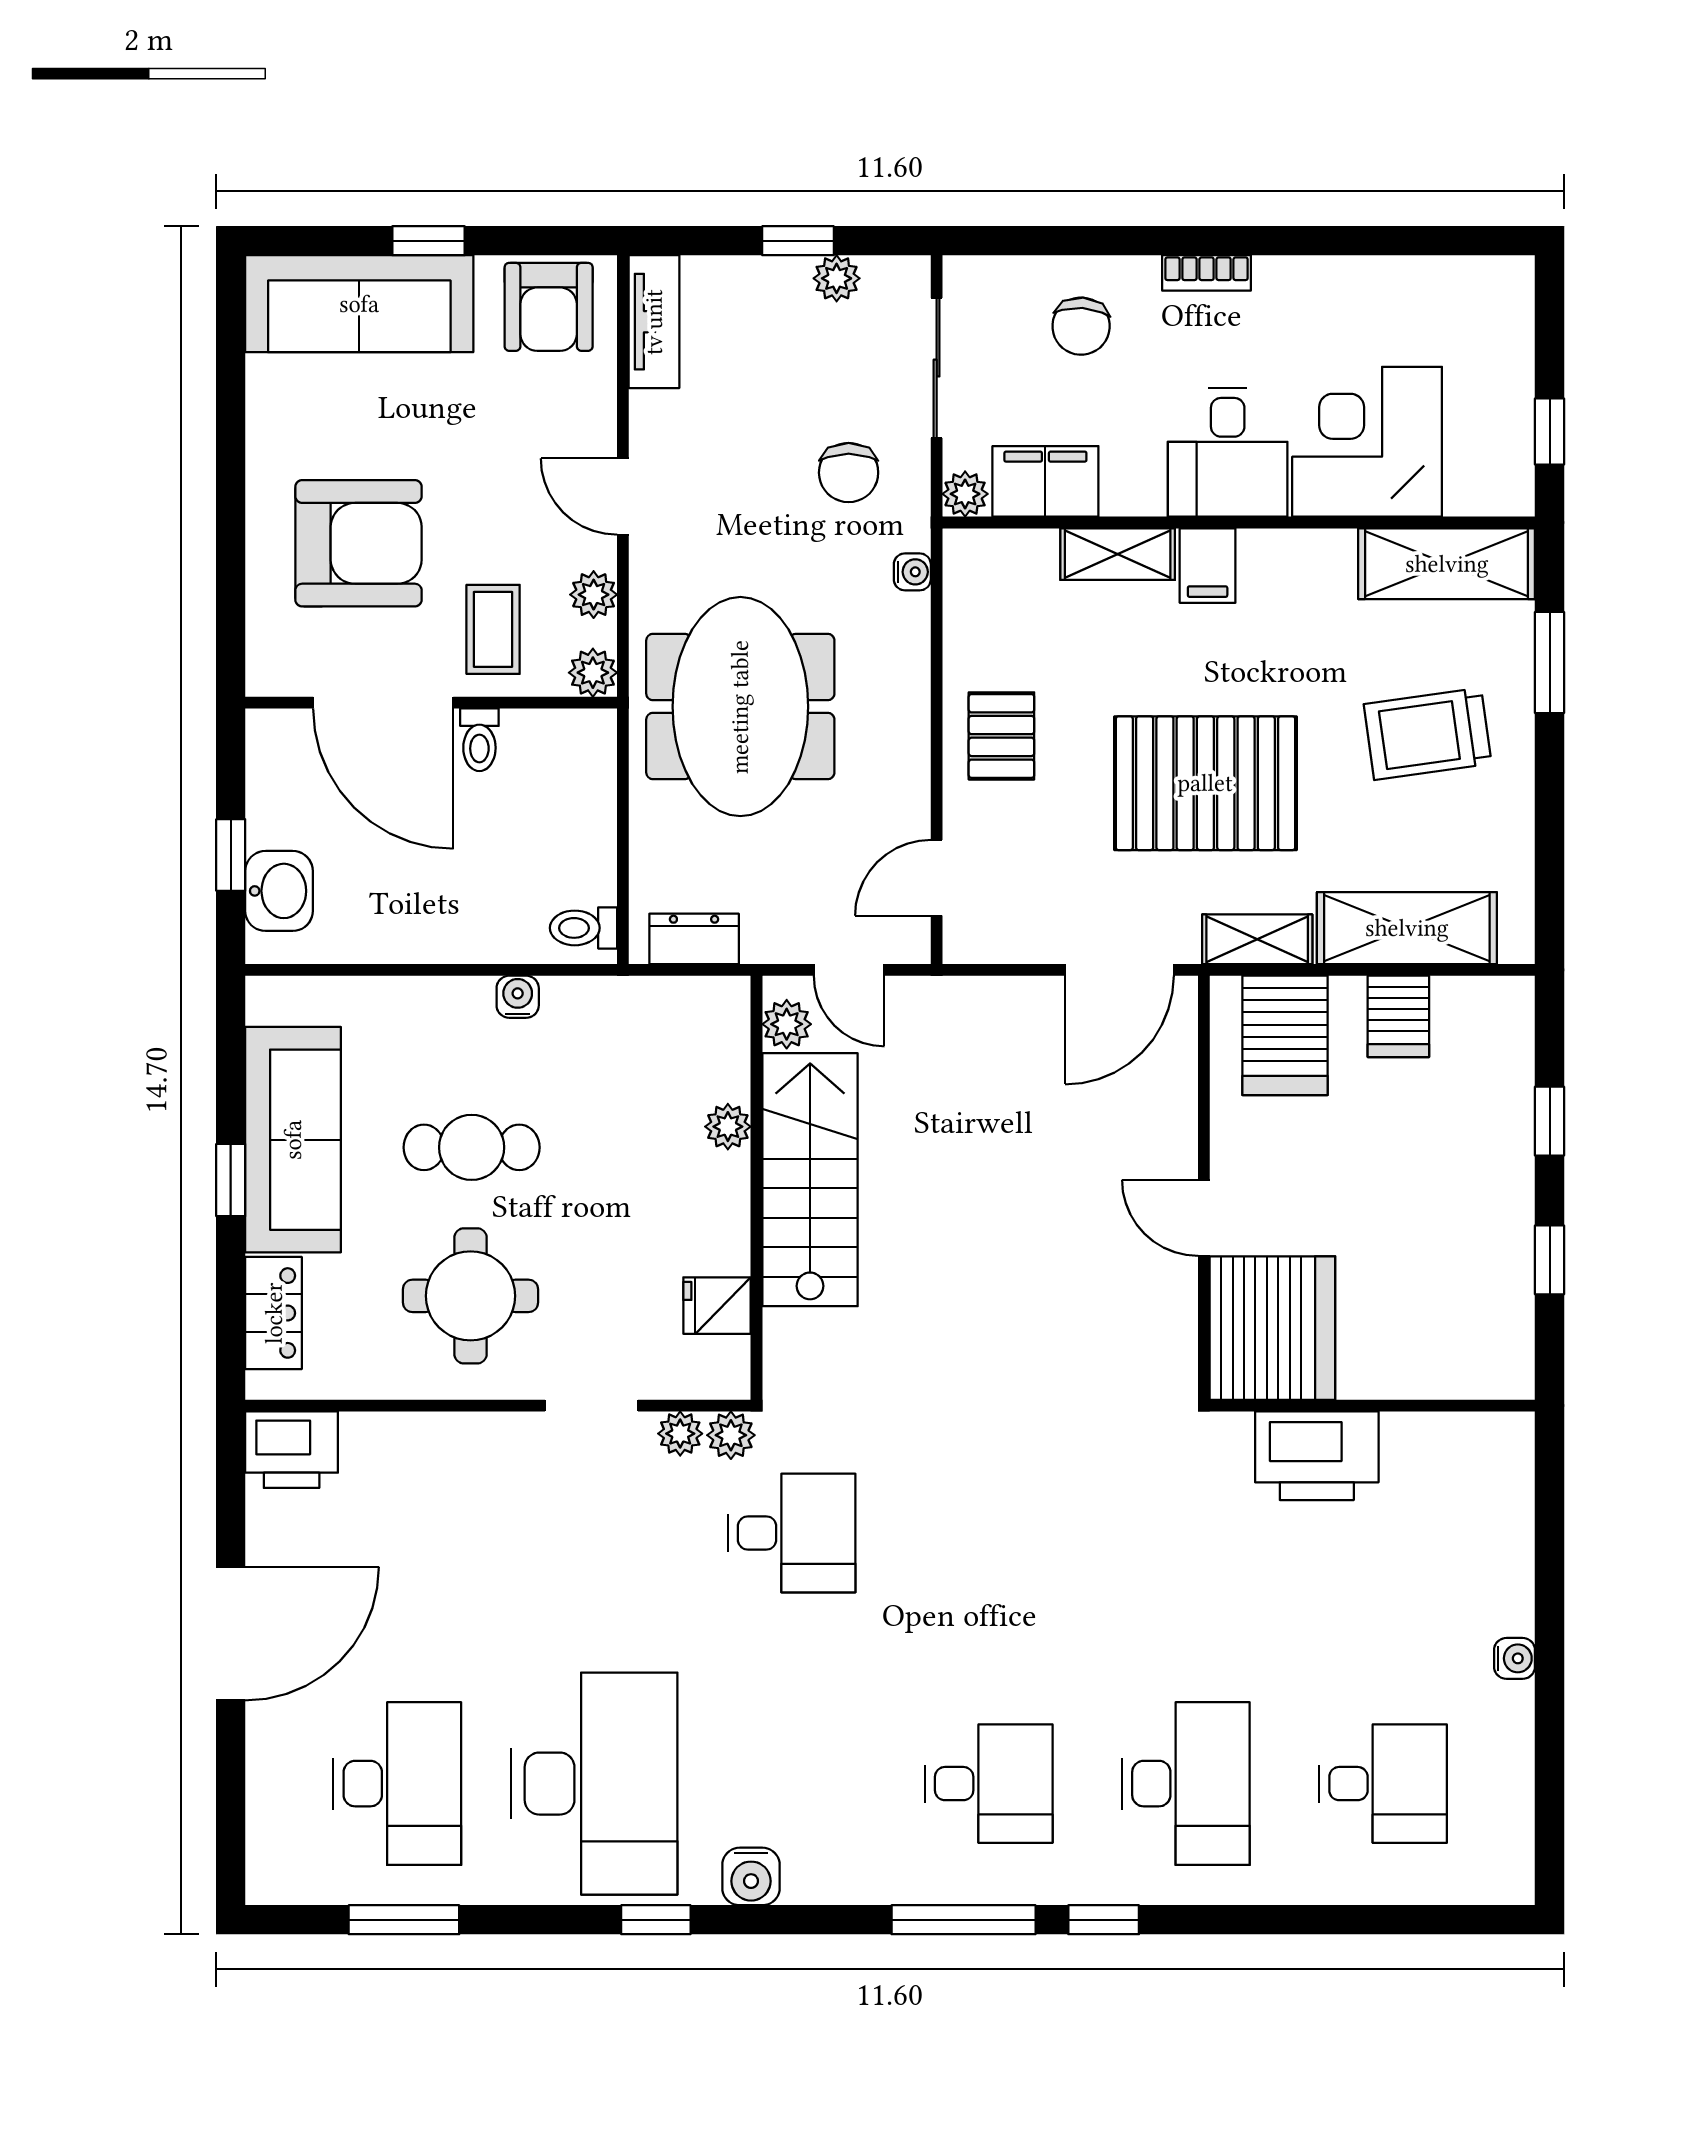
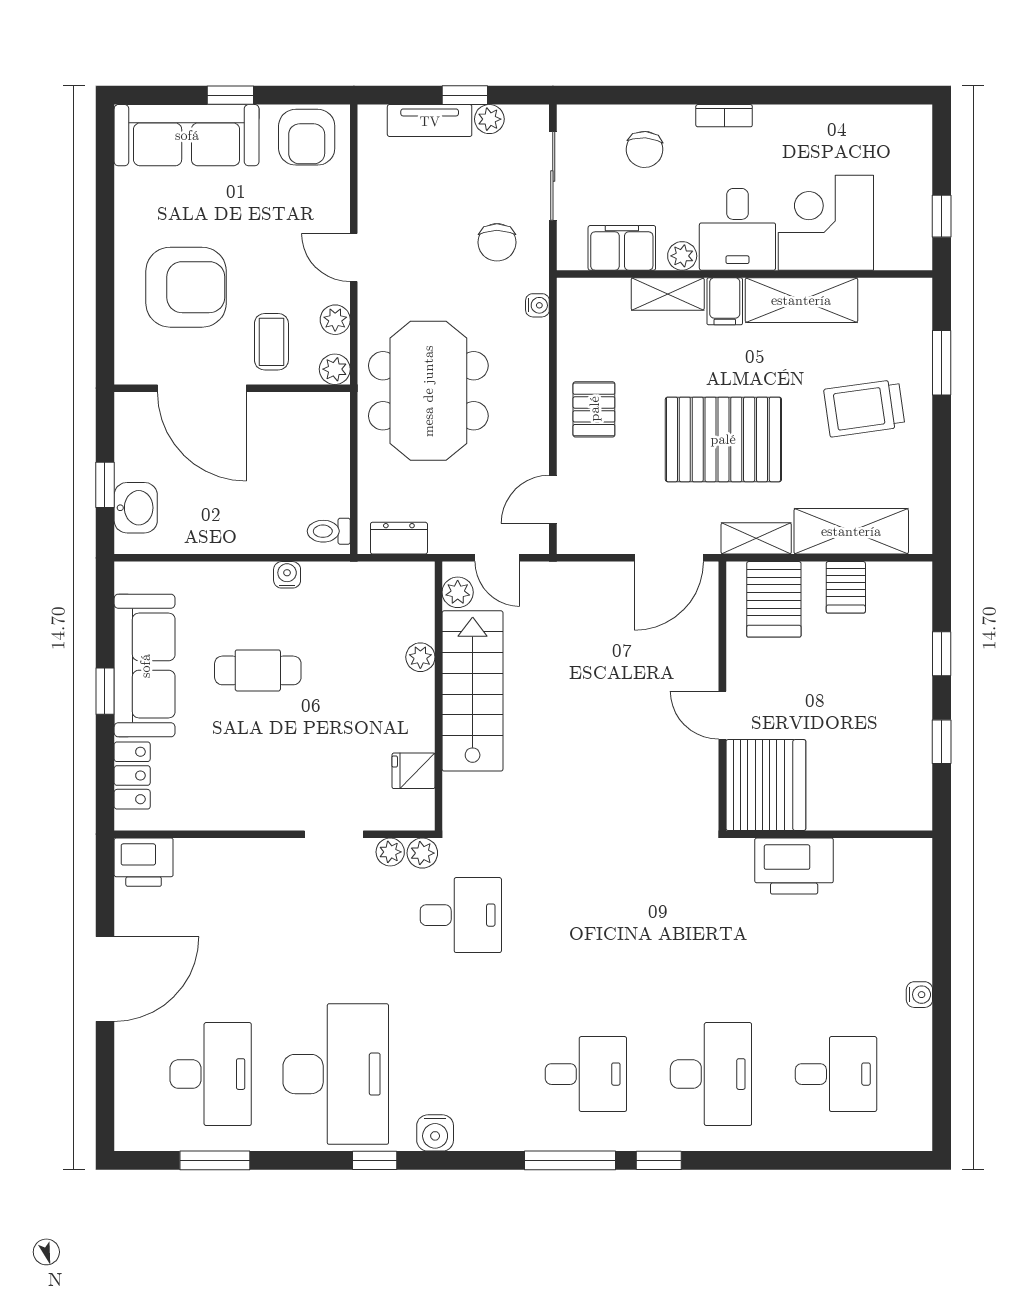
tv unit: (654, 322) -> (430, 121), moved, turned 90
plant: (965, 494) -> (682, 256), moved
shelving: (1447, 564) -> (801, 300), moved
toilet: (479, 740) -> (263, 412), removed
round table: (471, 1296) -> (257, 765), removed

